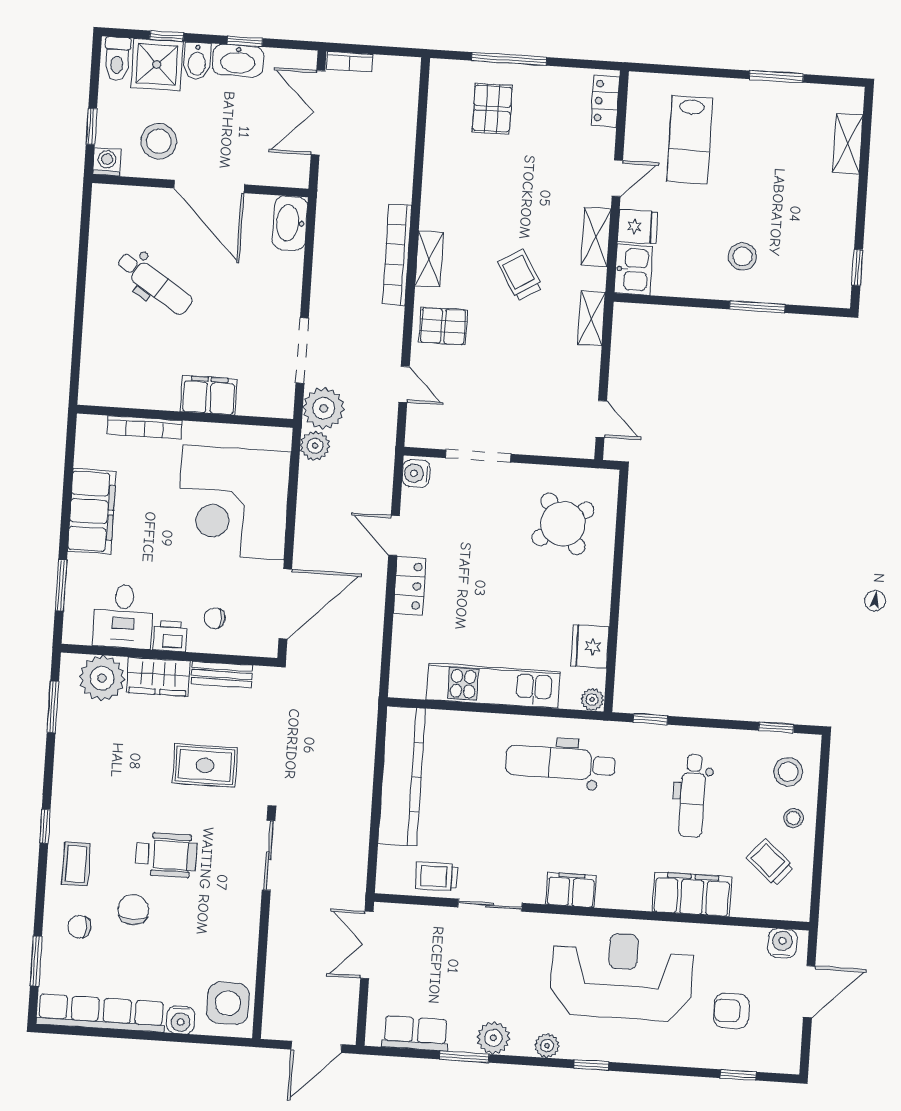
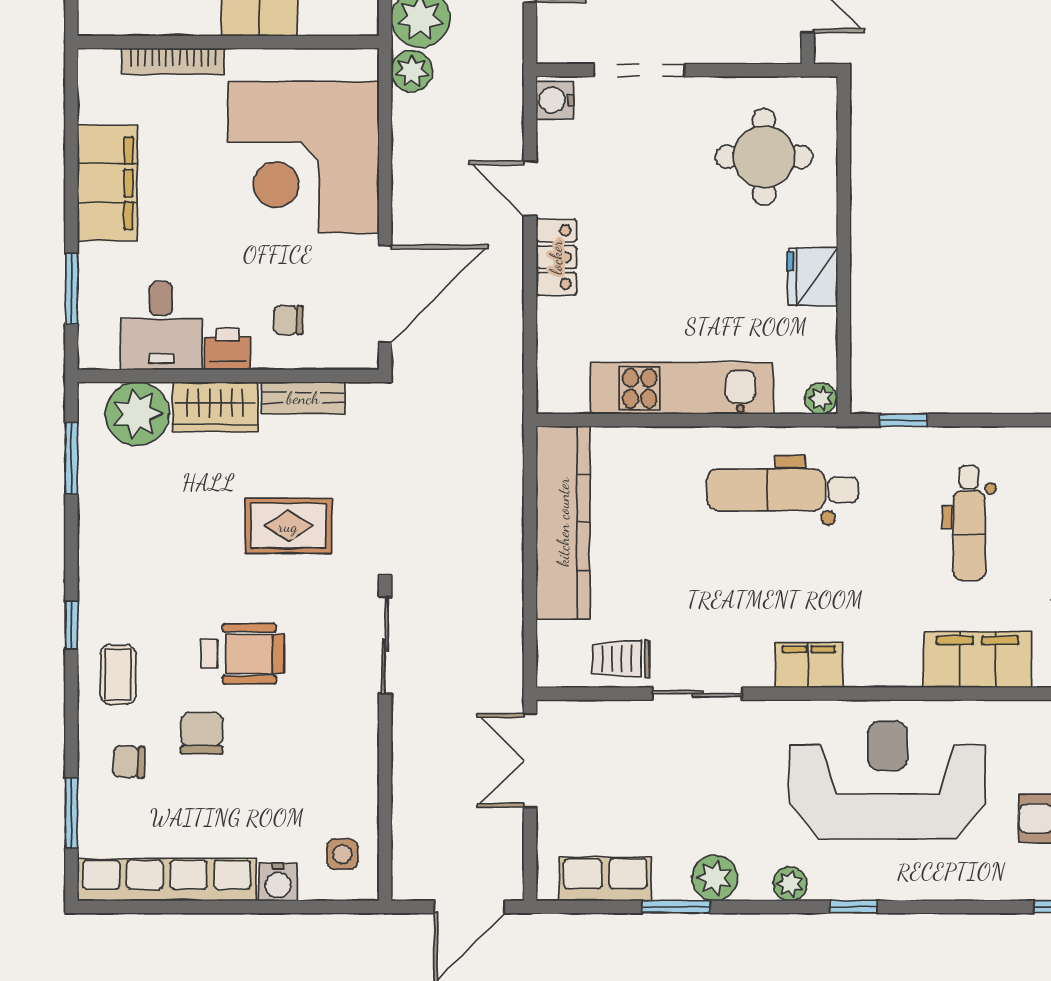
round table: (563, 524) -> (764, 157), turned 35
fridge: (590, 646) -> (813, 277), moved
side table: (228, 1003) -> (342, 854), width x0.54, depth x0.54

